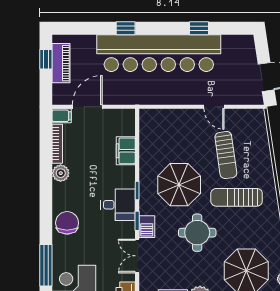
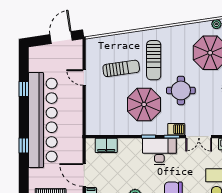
door: (214, 107) -> (84, 78), swing flipped
filing cabinet: (126, 151) -> (106, 145), moved
desk: (118, 205) -> (159, 151), width x1.37

